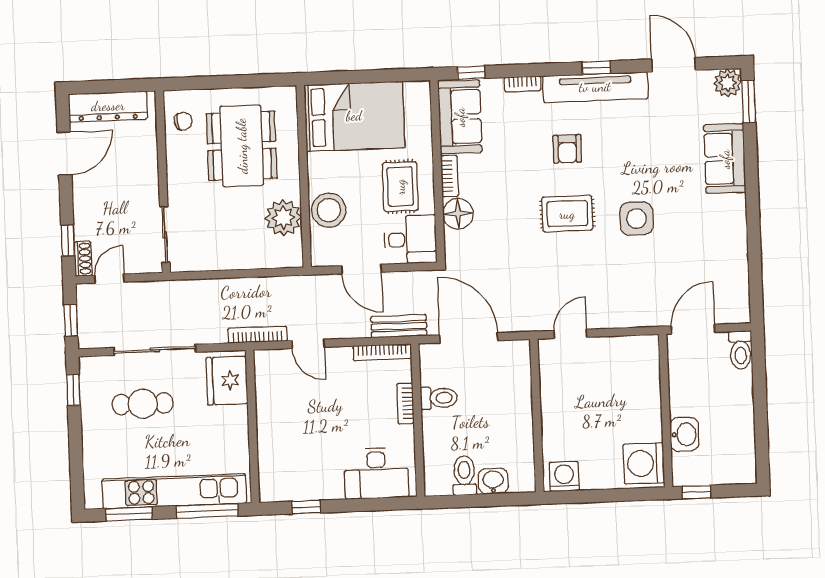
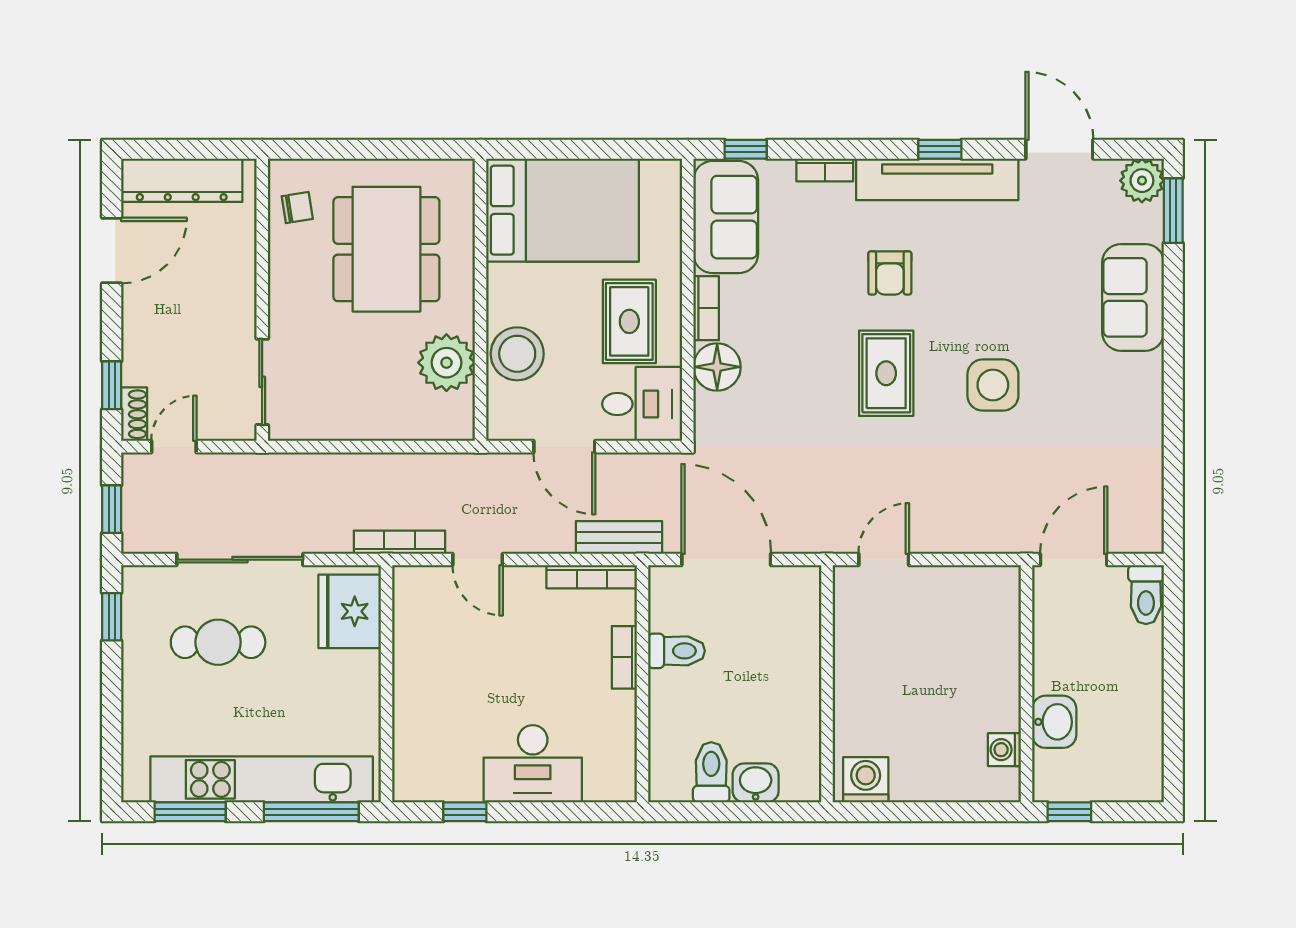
rug: (567, 214) -> (886, 373), turned 90
washing machine: (644, 463) -> (1004, 750), width x0.53, depth x0.53
desk: (376, 473) -> (533, 764), moved

